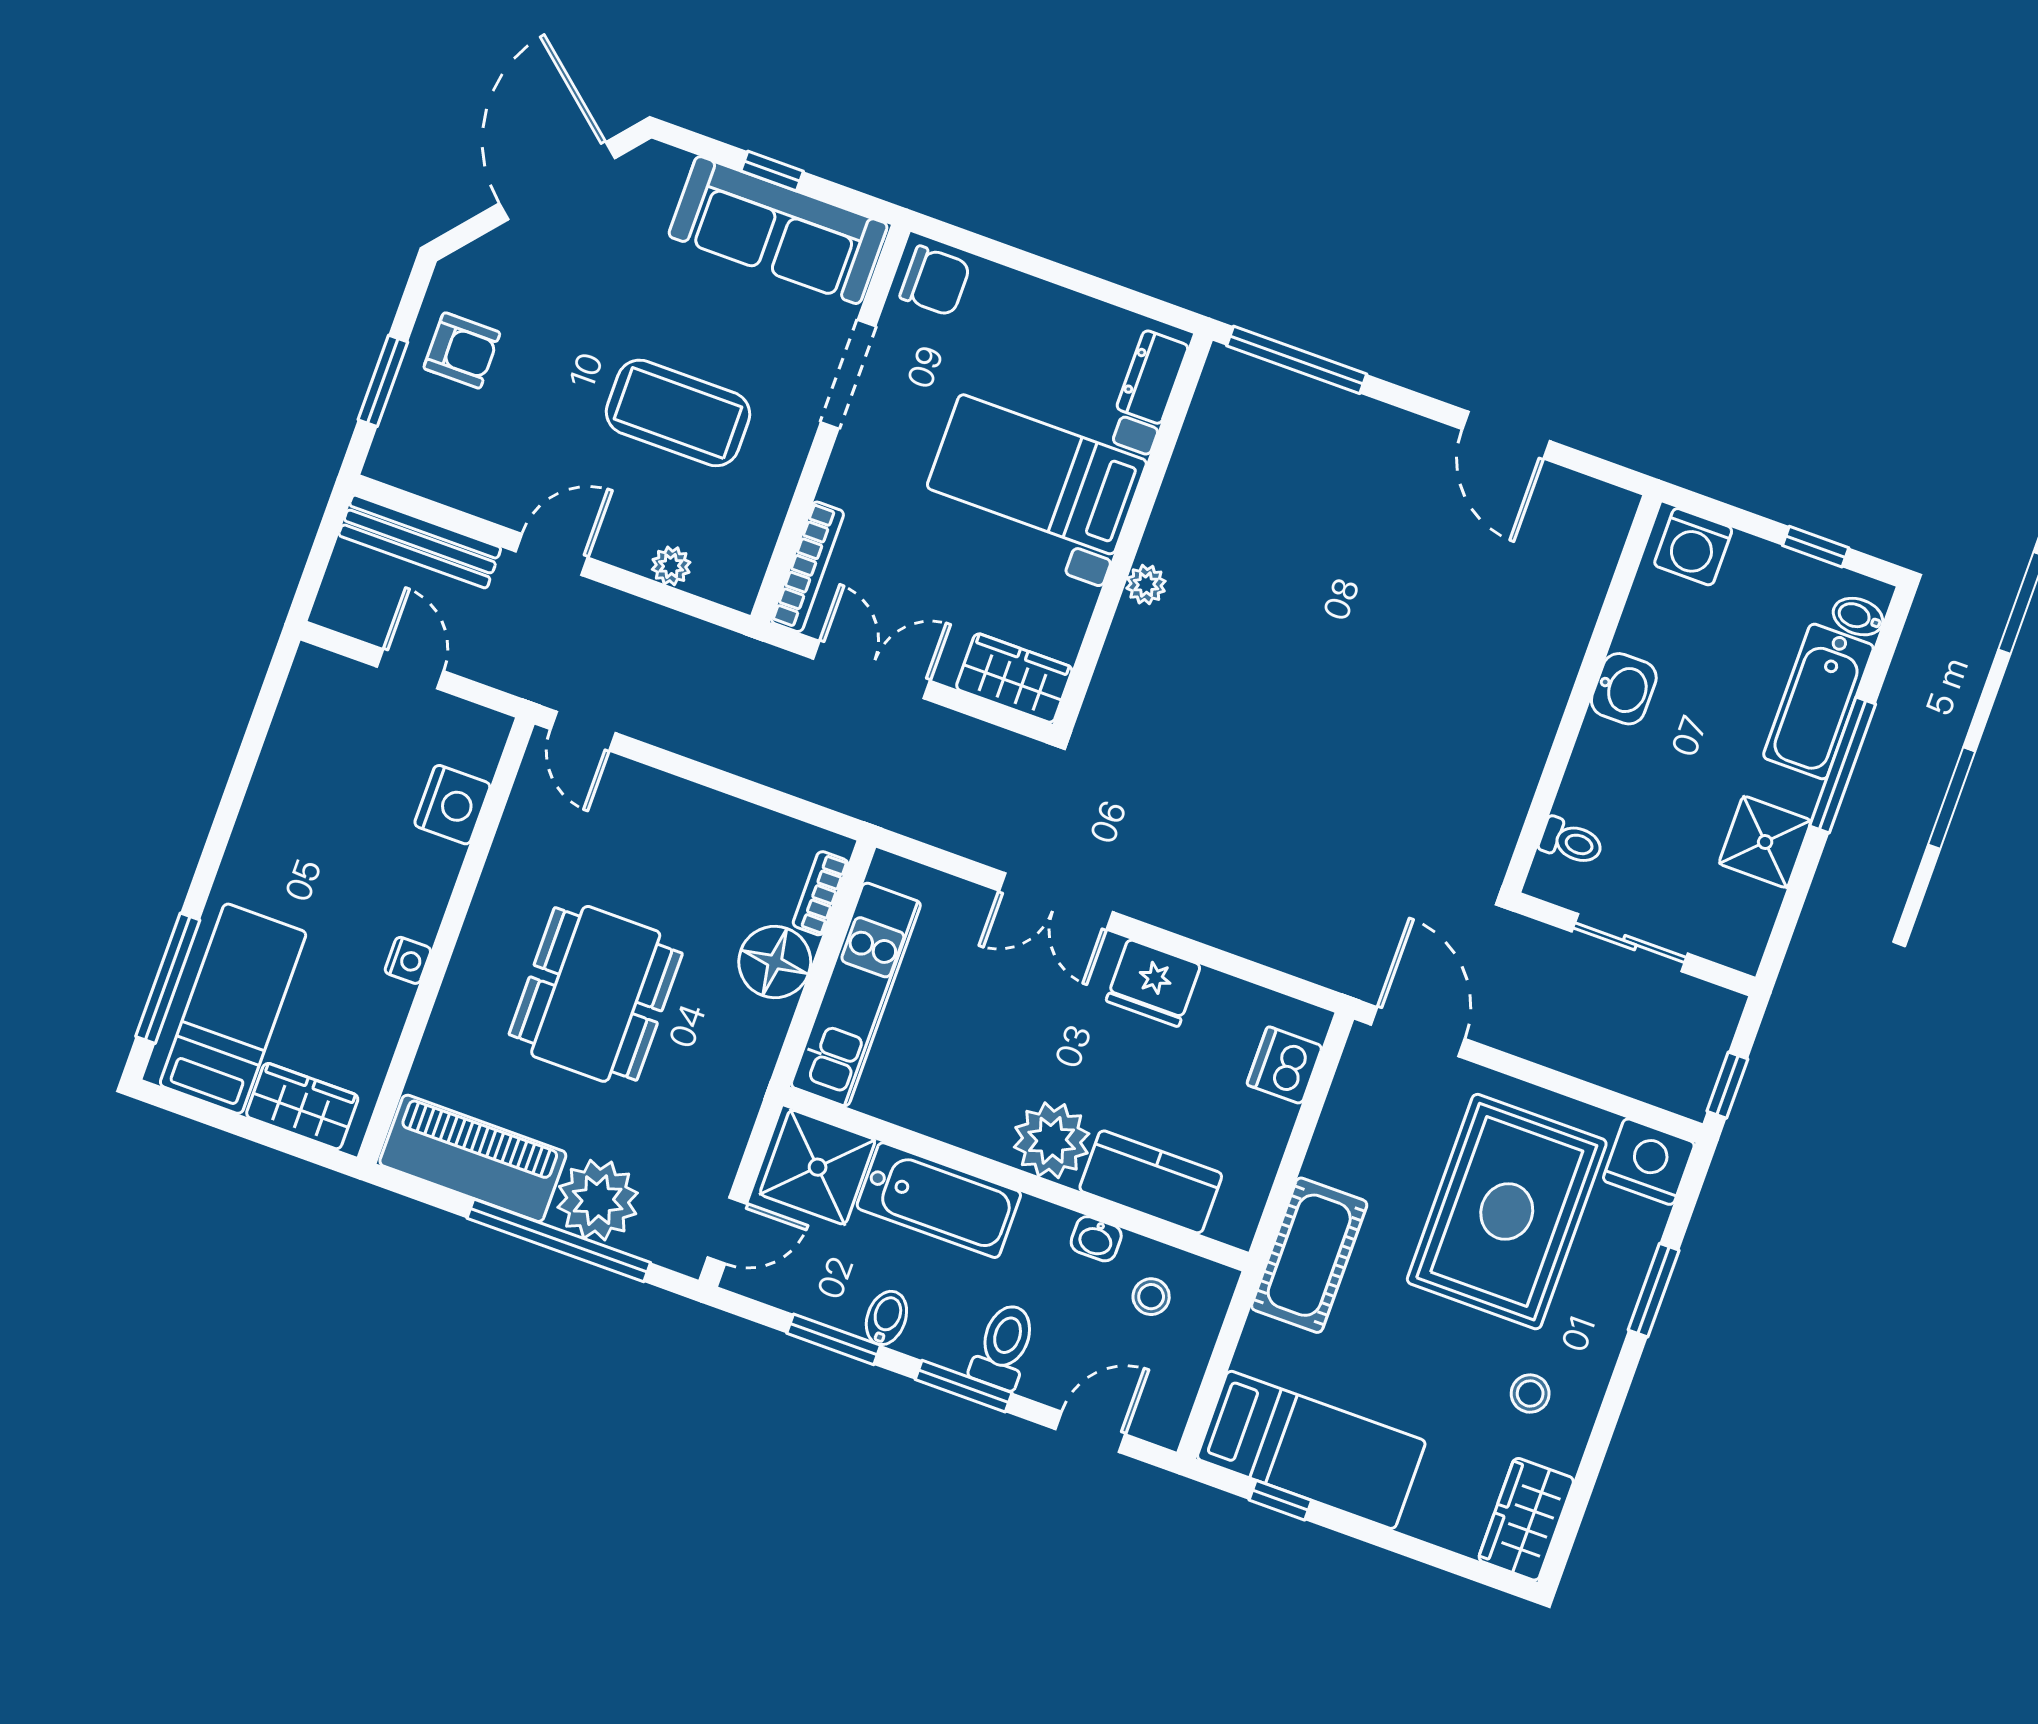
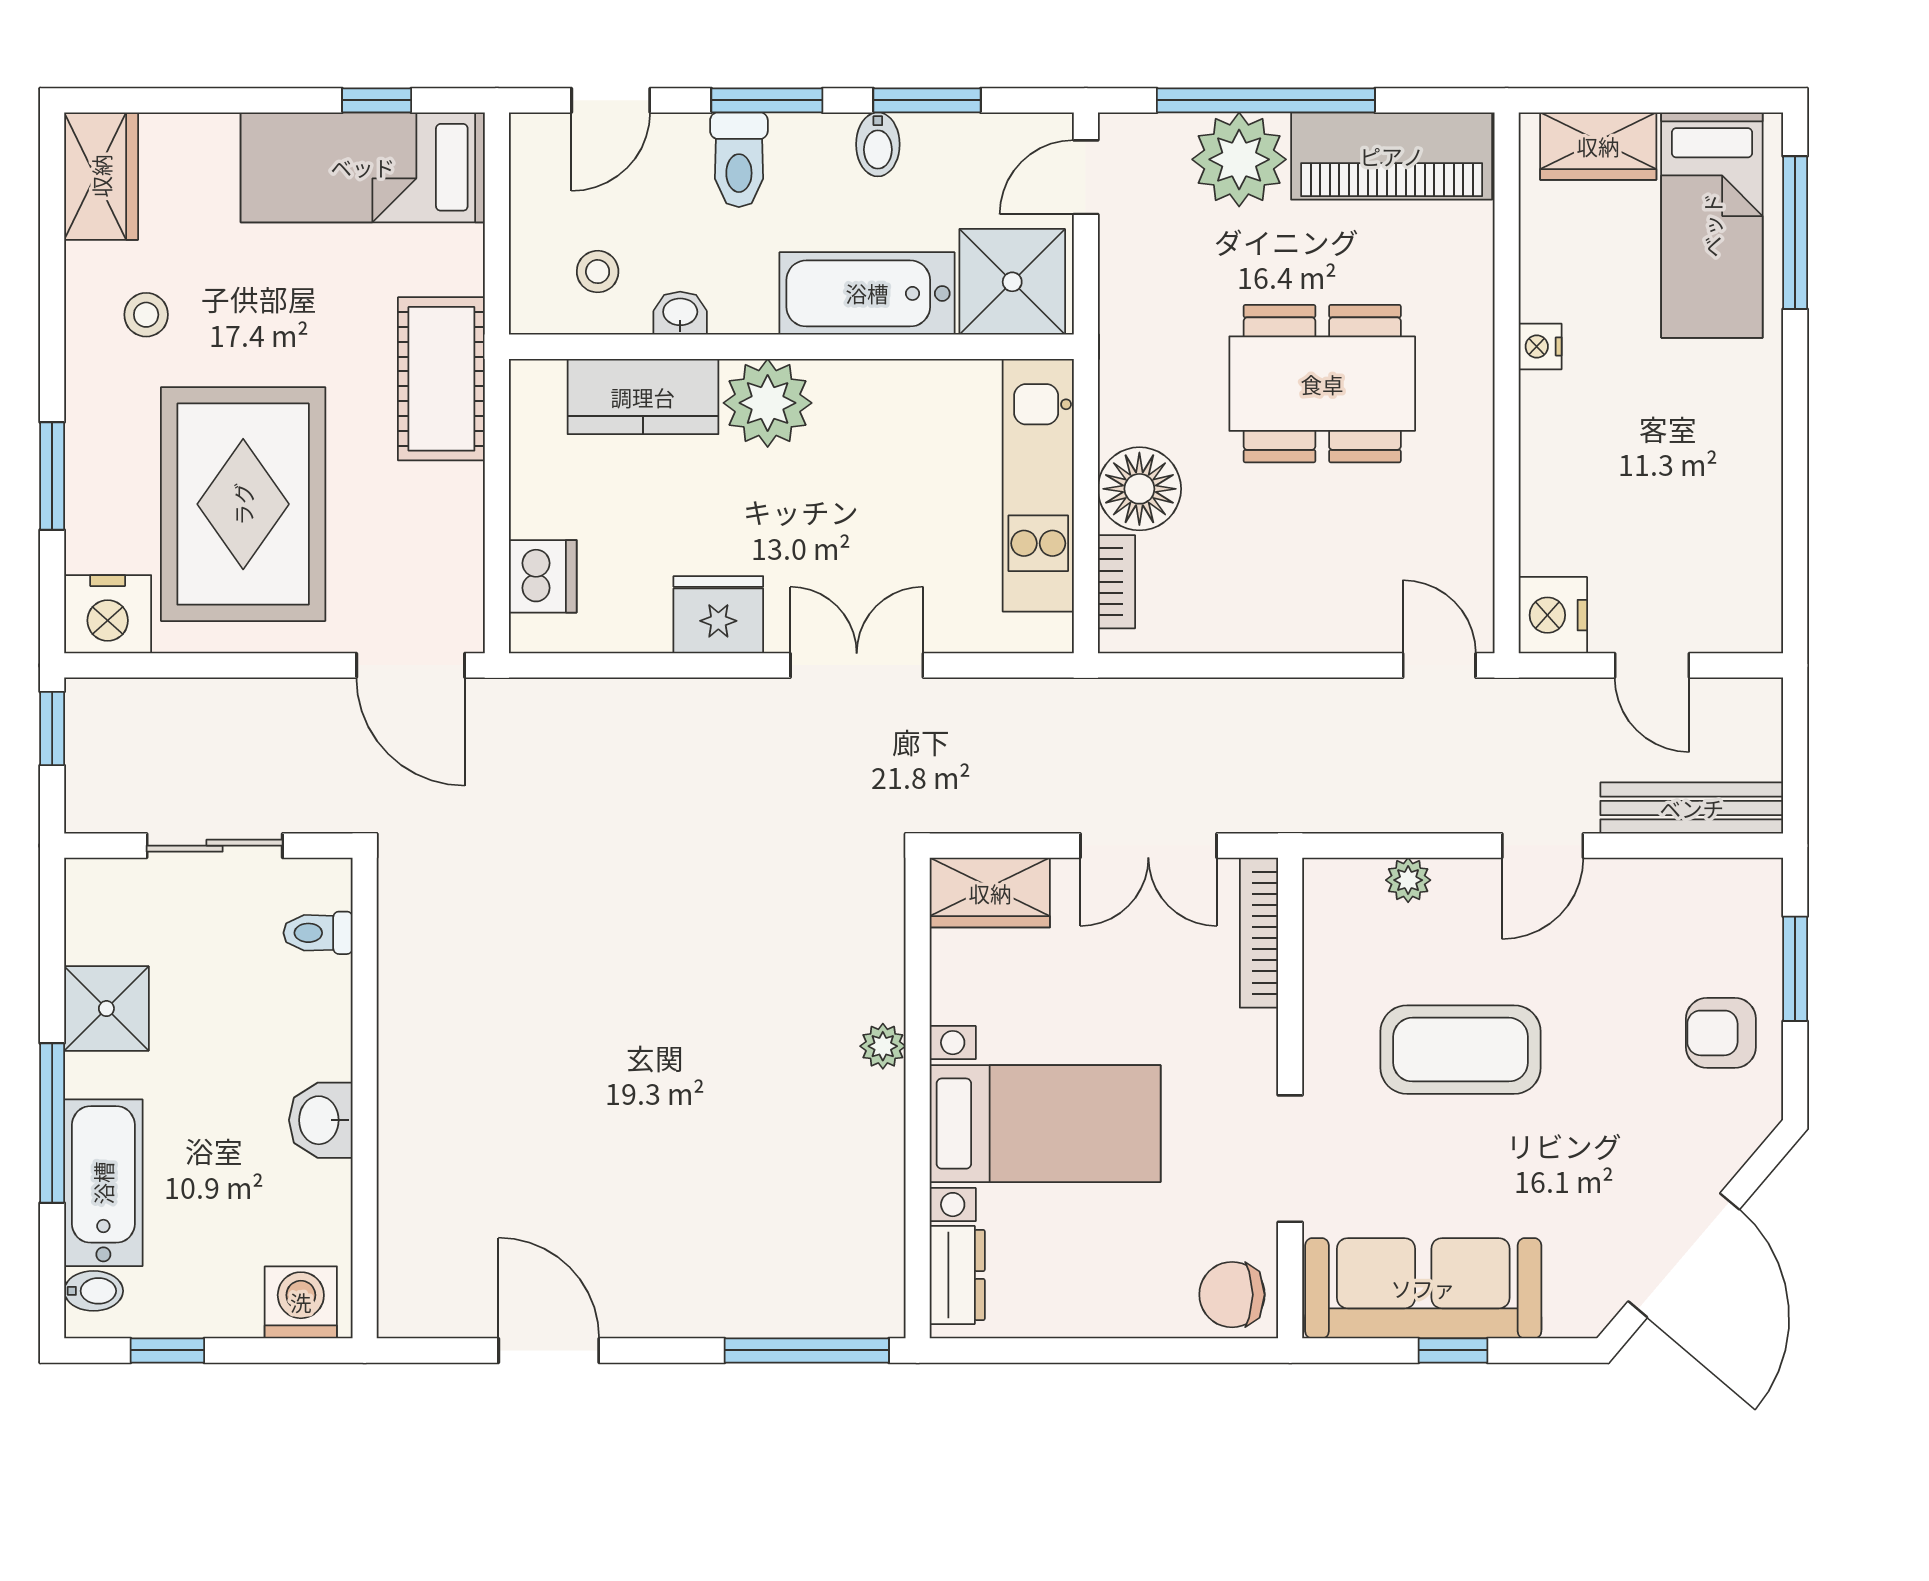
nightstand: (452, 805) -> (1553, 615), moved
dining table: (596, 994) -> (1322, 384), turned 90

